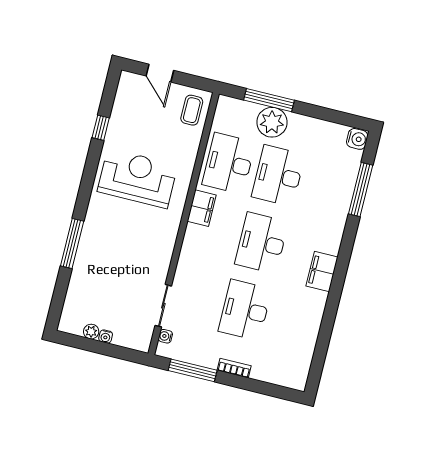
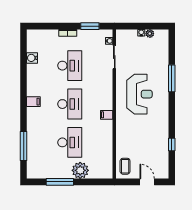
window: (269, 100) -> (60, 182), moved
water cooler: (357, 139) -> (32, 58), moved
desk: (229, 163) -> (98, 142), removed
reception desk: (137, 178) -> (139, 94), moved, turned -90
filing cabinet: (202, 208) -> (107, 115), width x0.50
filing cabinet: (322, 272) -> (33, 102), width x0.50
window: (193, 370) -> (90, 26), width x0.69

